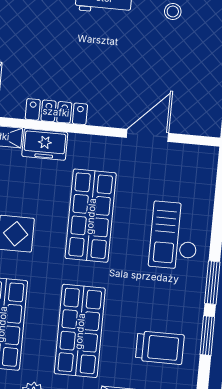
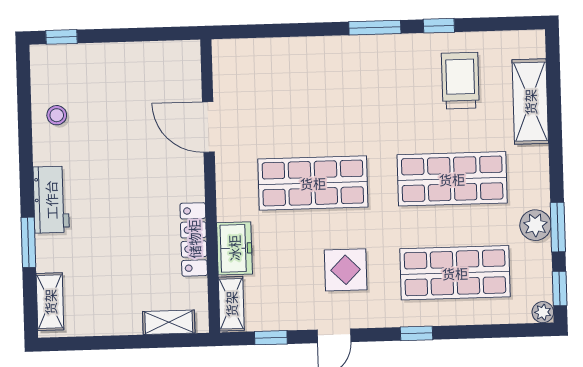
checkout: (174, 236) -> (324, 80), removed
window: (207, 336) -> (439, 26), width x0.67

